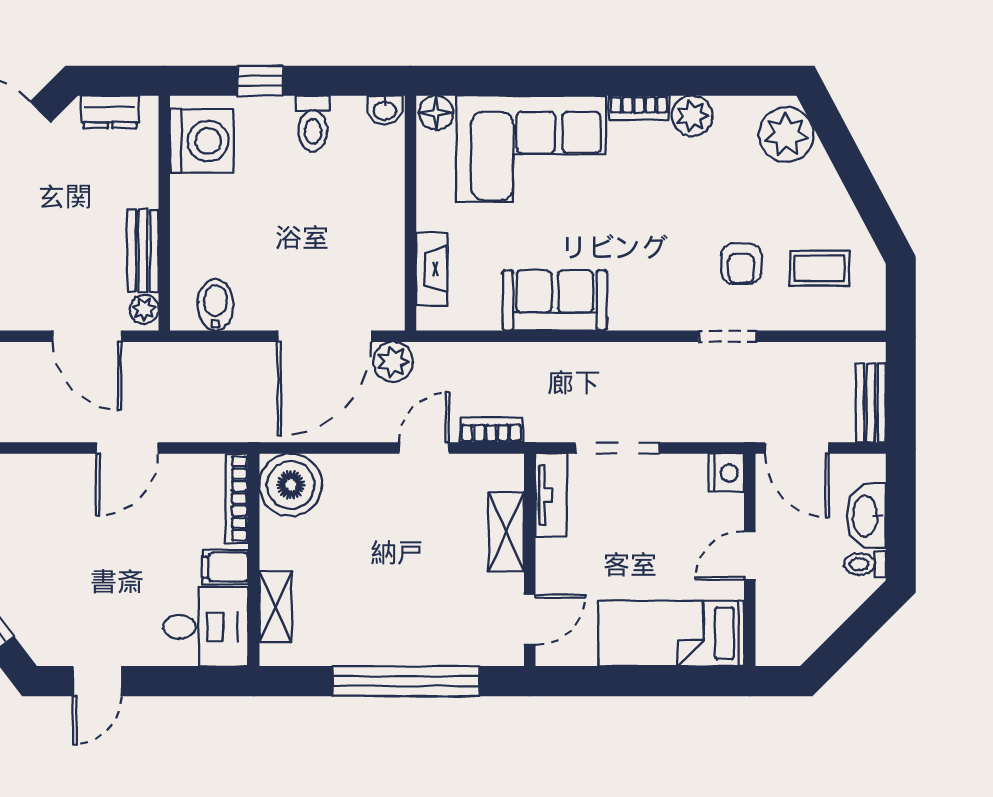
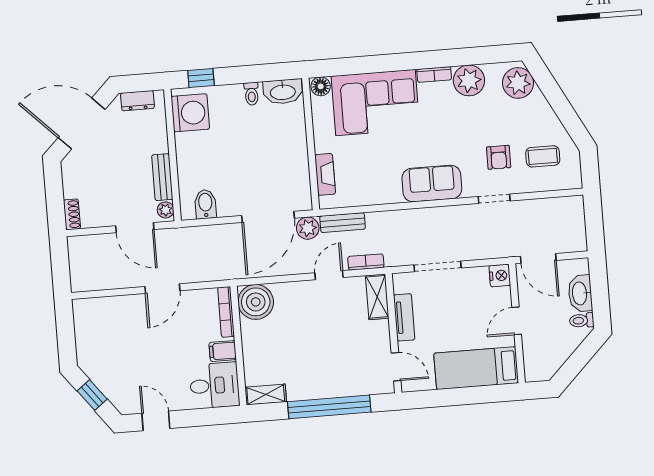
window: (260, 81) -> (201, 78), moved
washbasin: (385, 110) -> (283, 92), width x1.91, depth x1.45
plant: (692, 116) -> (469, 80), width x1.36, depth x1.36
toilet: (313, 124) -> (252, 94), width x0.73, depth x0.72
sofa: (555, 300) -> (432, 184), moved
bench: (871, 403) -> (343, 223), moved, turned 90
tv unit: (551, 495) -> (404, 317), moved
shelving: (506, 532) -> (377, 297), moved
shelving: (275, 606) -> (266, 394), moved, turned 90
door: (530, 620) -> (396, 367), hinge flipped
door: (97, 681) -> (156, 421), swing flipped

